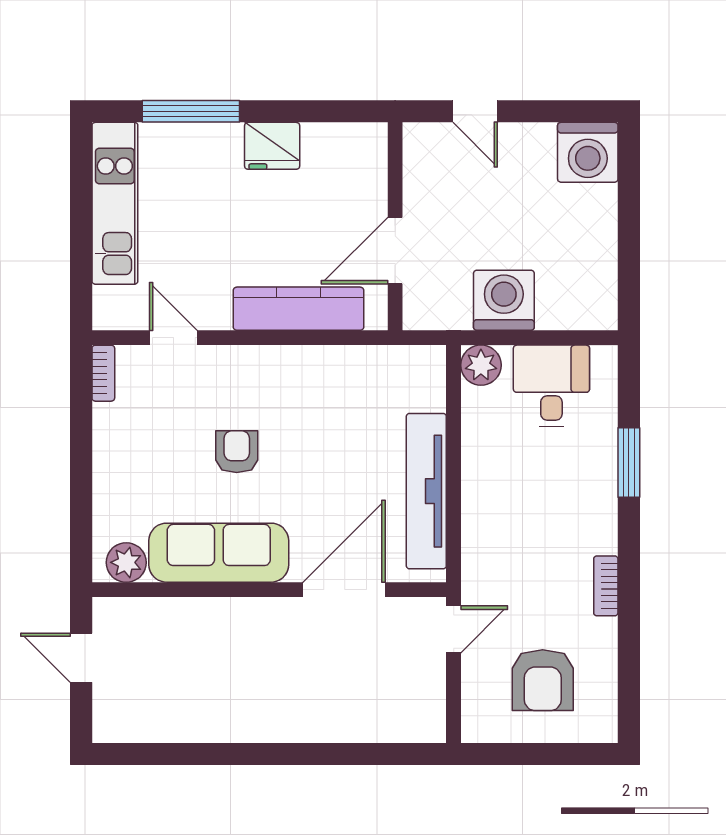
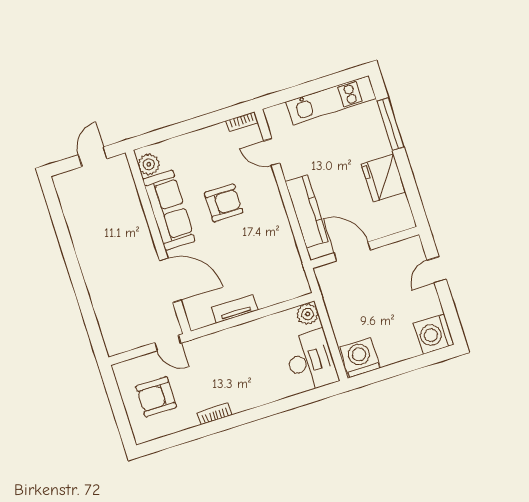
fridge: (272, 146) -> (383, 178), width x1.36, depth x1.34
washing machine: (504, 300) -> (360, 358), moved, turned -90
door: (173, 338) -> (272, 152), swing flipped
desk: (551, 386) -> (311, 361), width x1.37
armchair: (237, 452) -> (224, 203), width x1.38, depth x1.38
window: (629, 462) -> (282, 406), removed
tv unit: (426, 491) -> (235, 309), width x0.52, depth x0.78

